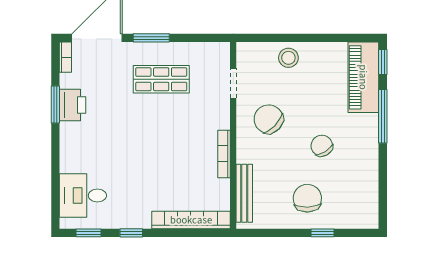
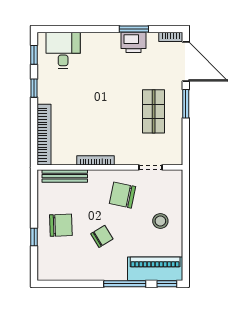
stool: (288, 58) -> (160, 221), moved
chair: (269, 119) -> (122, 195), turned -122

